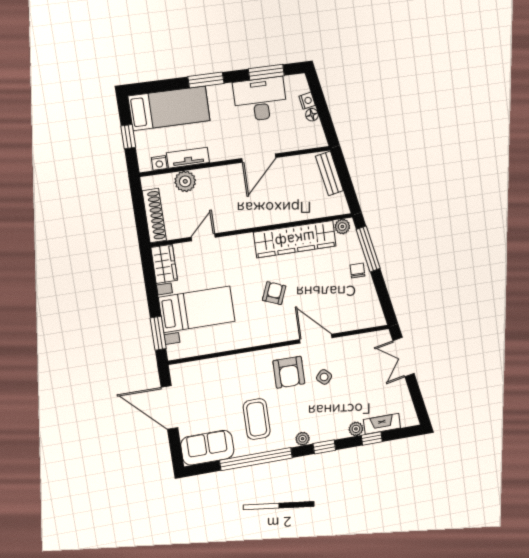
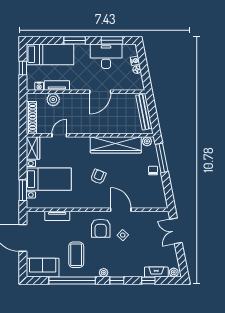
bench: (329, 173) -> (144, 112), width x1.36
tv unit: (218, 364) -> (57, 216), added
plant: (356, 429) -> (174, 272), moved

